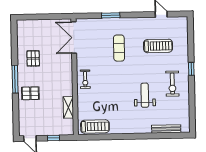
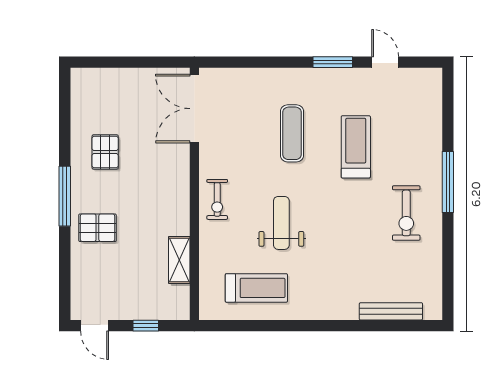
window: (111, 15) -> (333, 62), moved
treadmill: (158, 46) -> (356, 147), moved, turned -90
window: (191, 69) -> (448, 182), width x2.17
weight bench: (145, 95) -> (281, 223), moved
treadmill: (95, 126) -> (256, 288), moved

